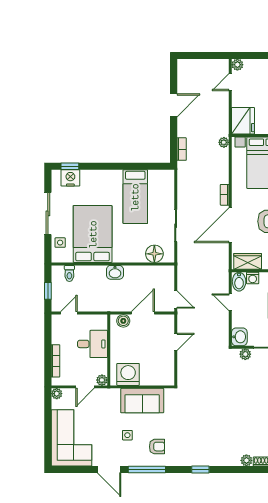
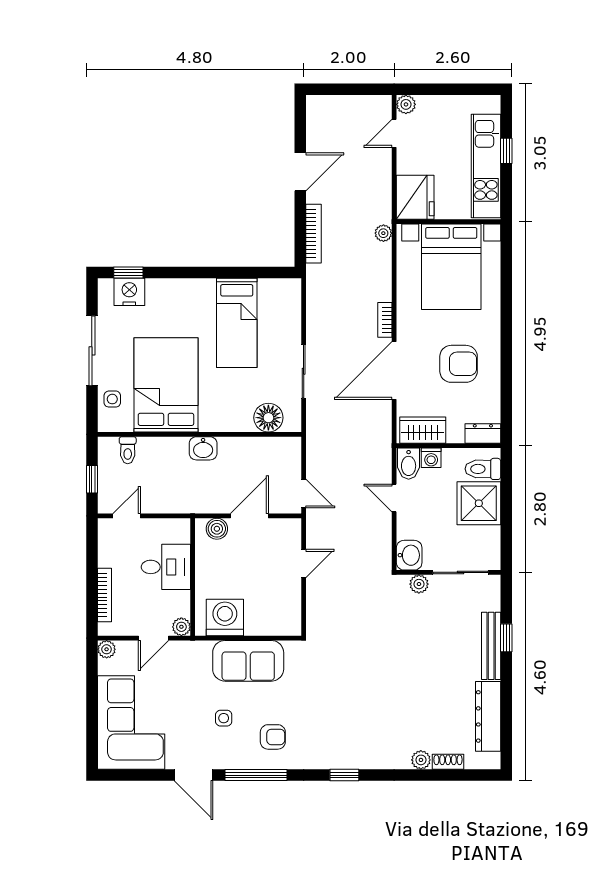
bookcase: (182, 149) -> (313, 234), width x1.56

